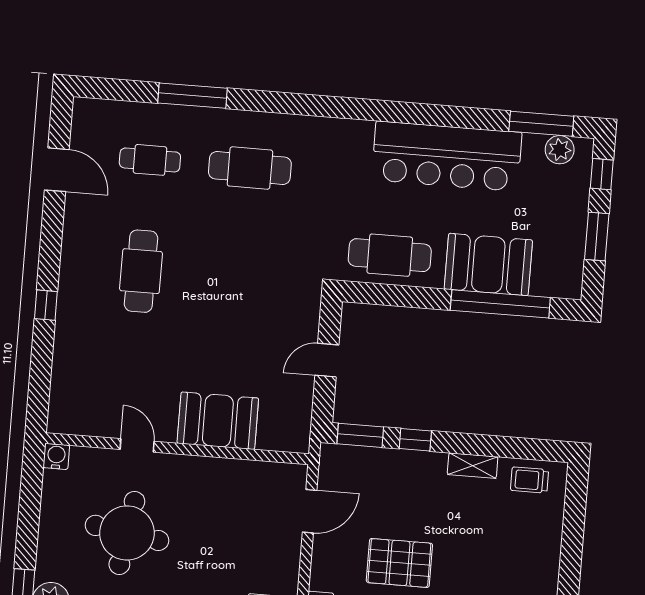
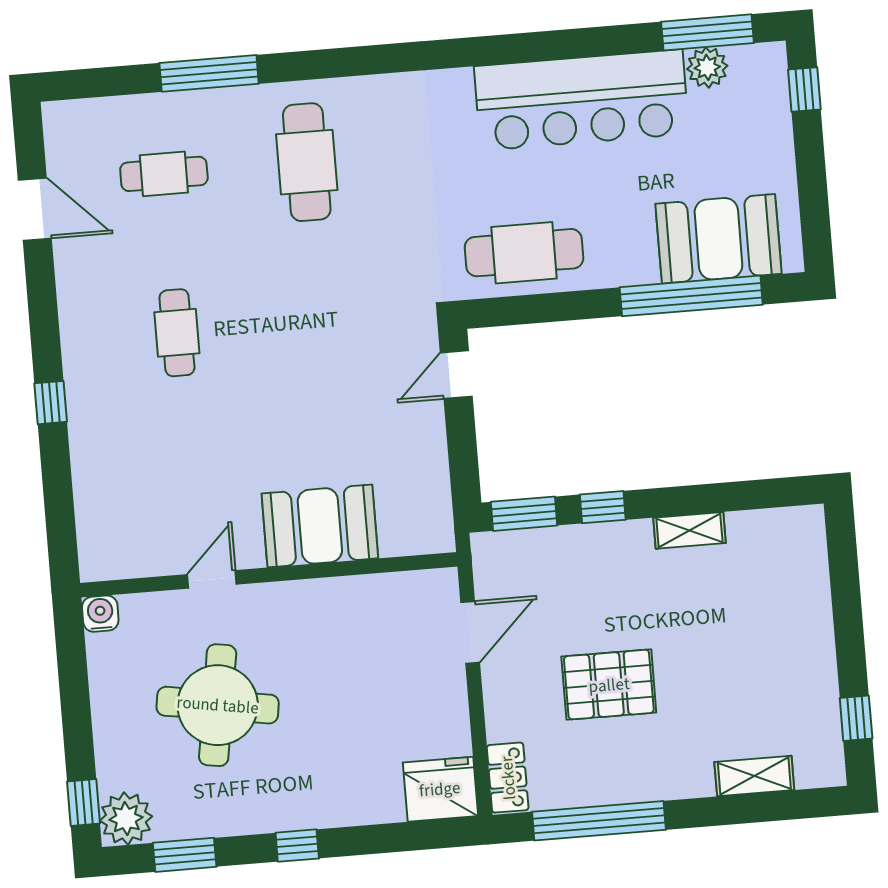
plant: (560, 150) -> (707, 67), moved
cafe table: (250, 168) -> (307, 162), turned 90
window: (597, 237) -> (812, 179), removed
booth: (488, 264) -> (718, 239), moved
cafe table: (141, 271) -> (177, 333), width x0.73, depth x0.74
door: (327, 360) -> (456, 375), moved
door: (137, 445) -> (212, 579), hinge flipped
trolley: (529, 480) -> (773, 538), removed

